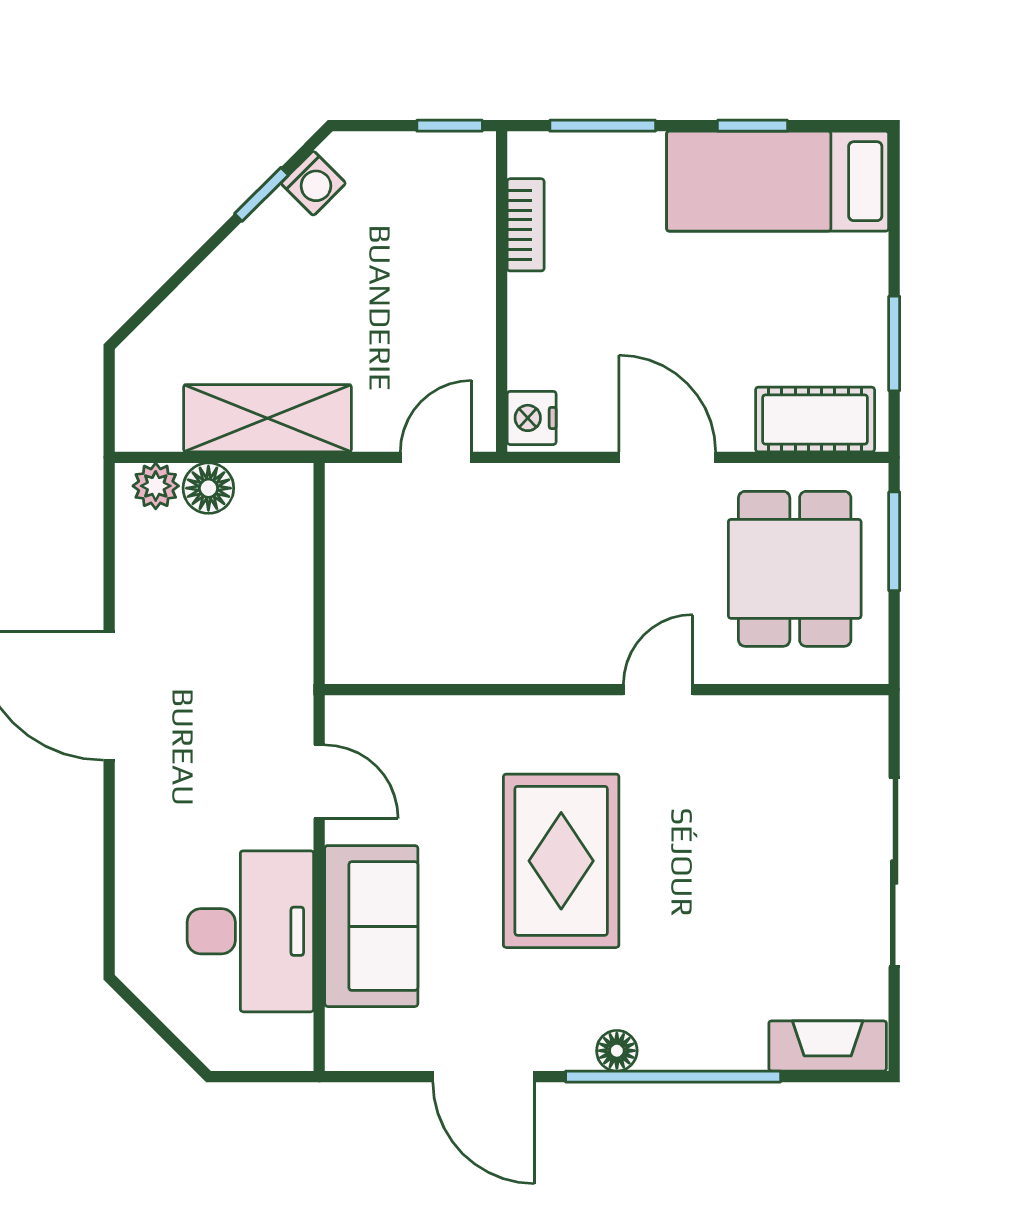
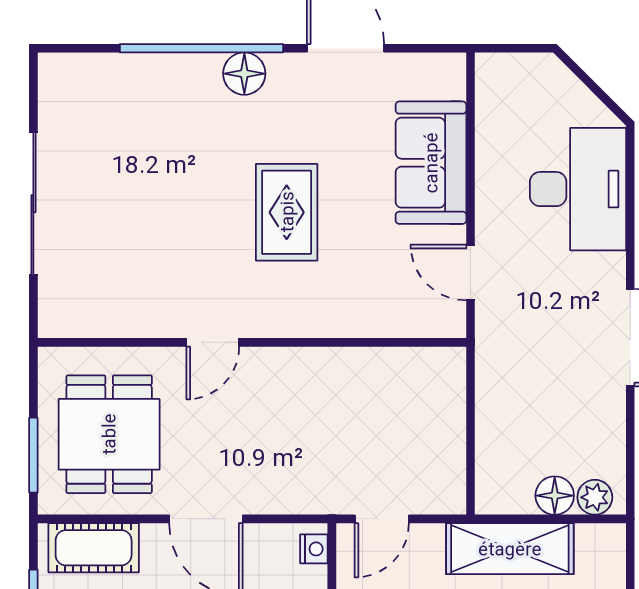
nightstand: (532, 418) -> (314, 549), width x0.72, depth x0.74
rug: (561, 861) -> (287, 212), width x0.73, depth x0.70
desk: (250, 931) -> (578, 189), moved, turned 180
fireplace: (828, 1046) -> (84, 72), removed
floor lamp: (617, 1051) -> (244, 74), width x1.37, depth x1.37

